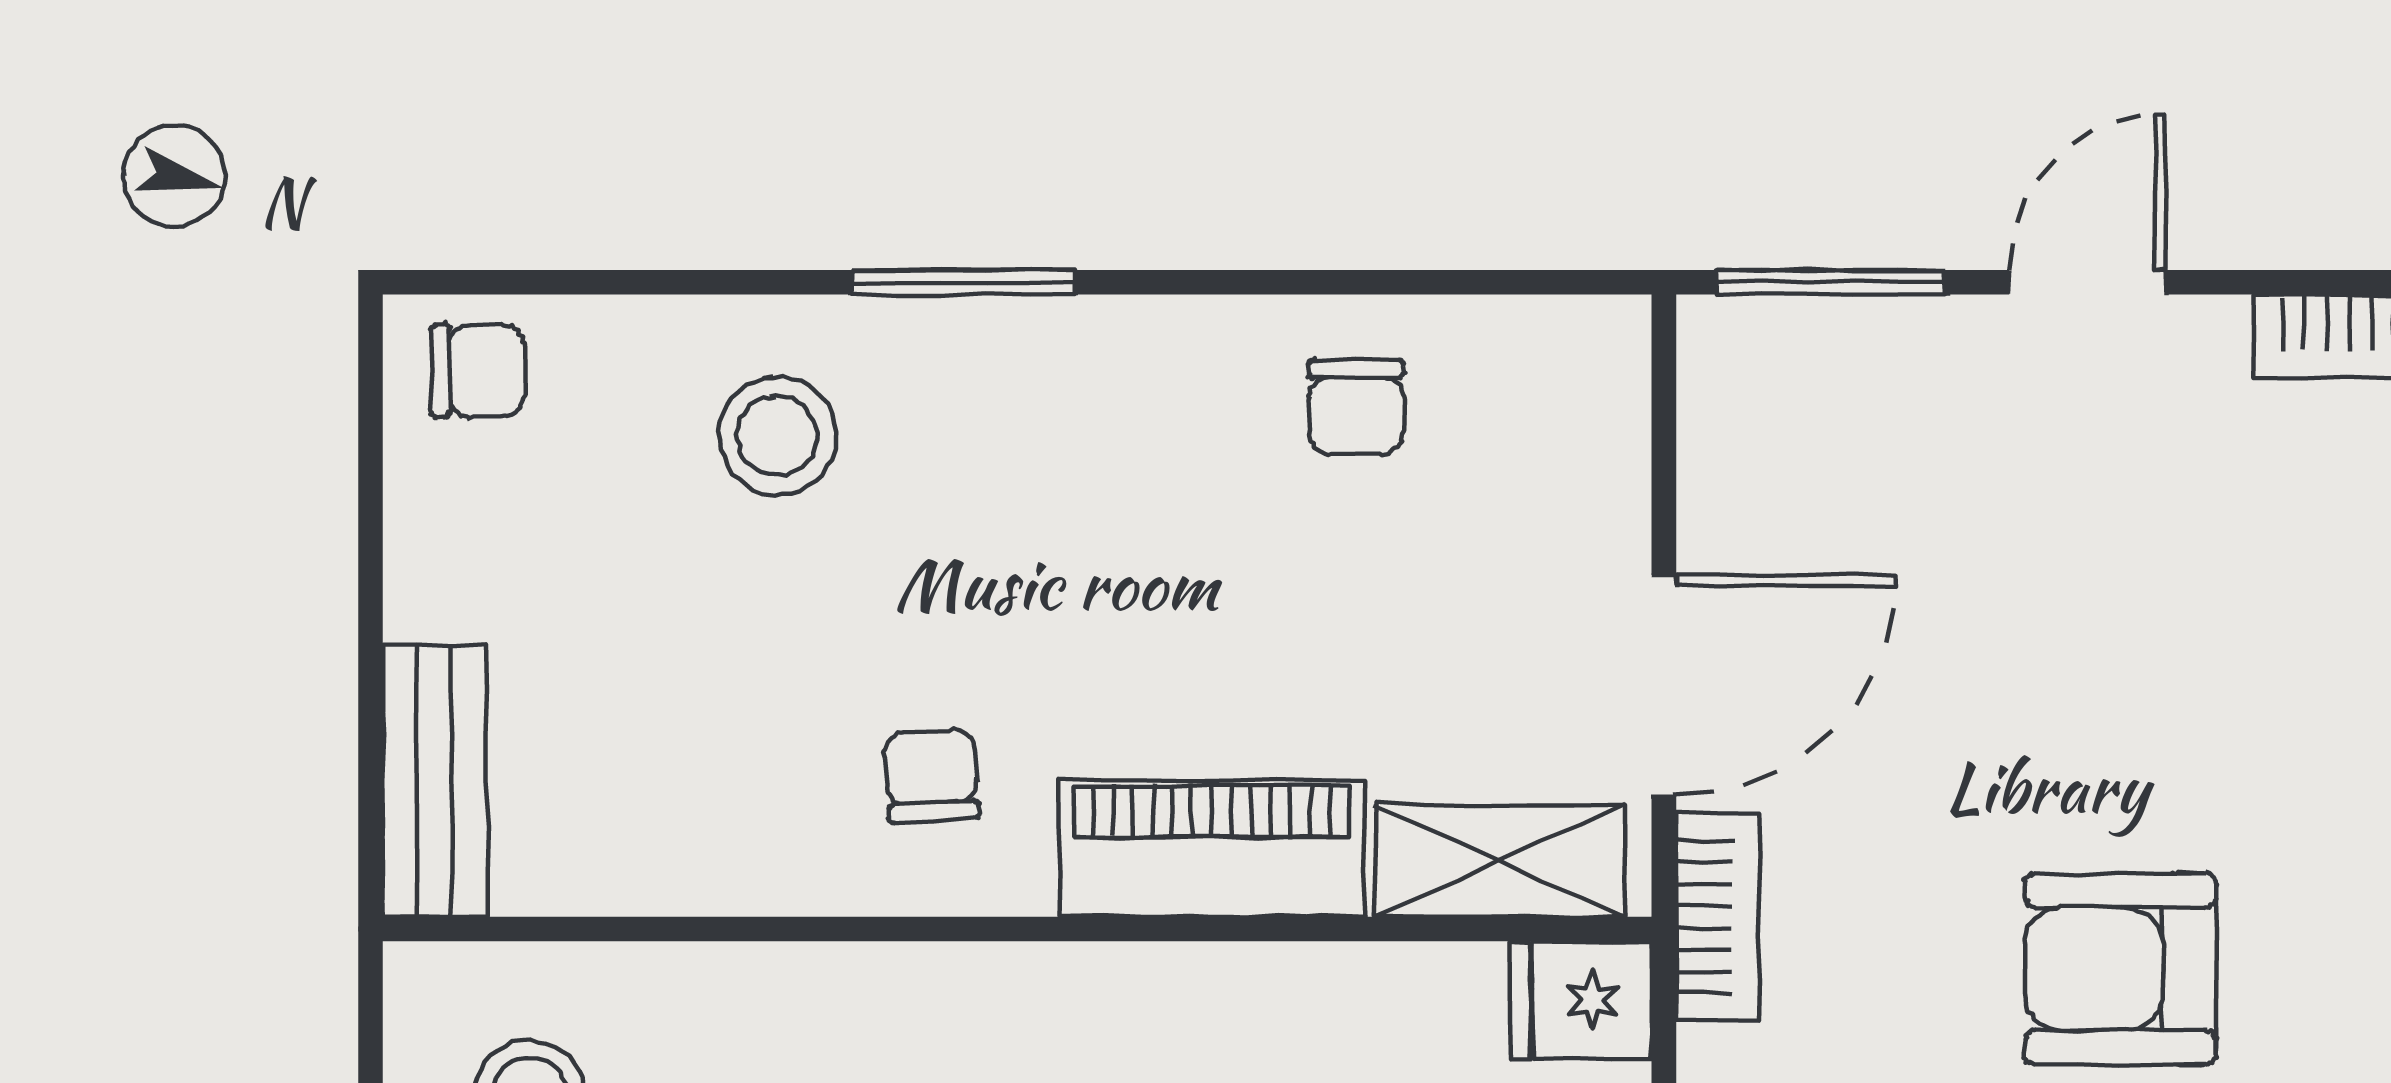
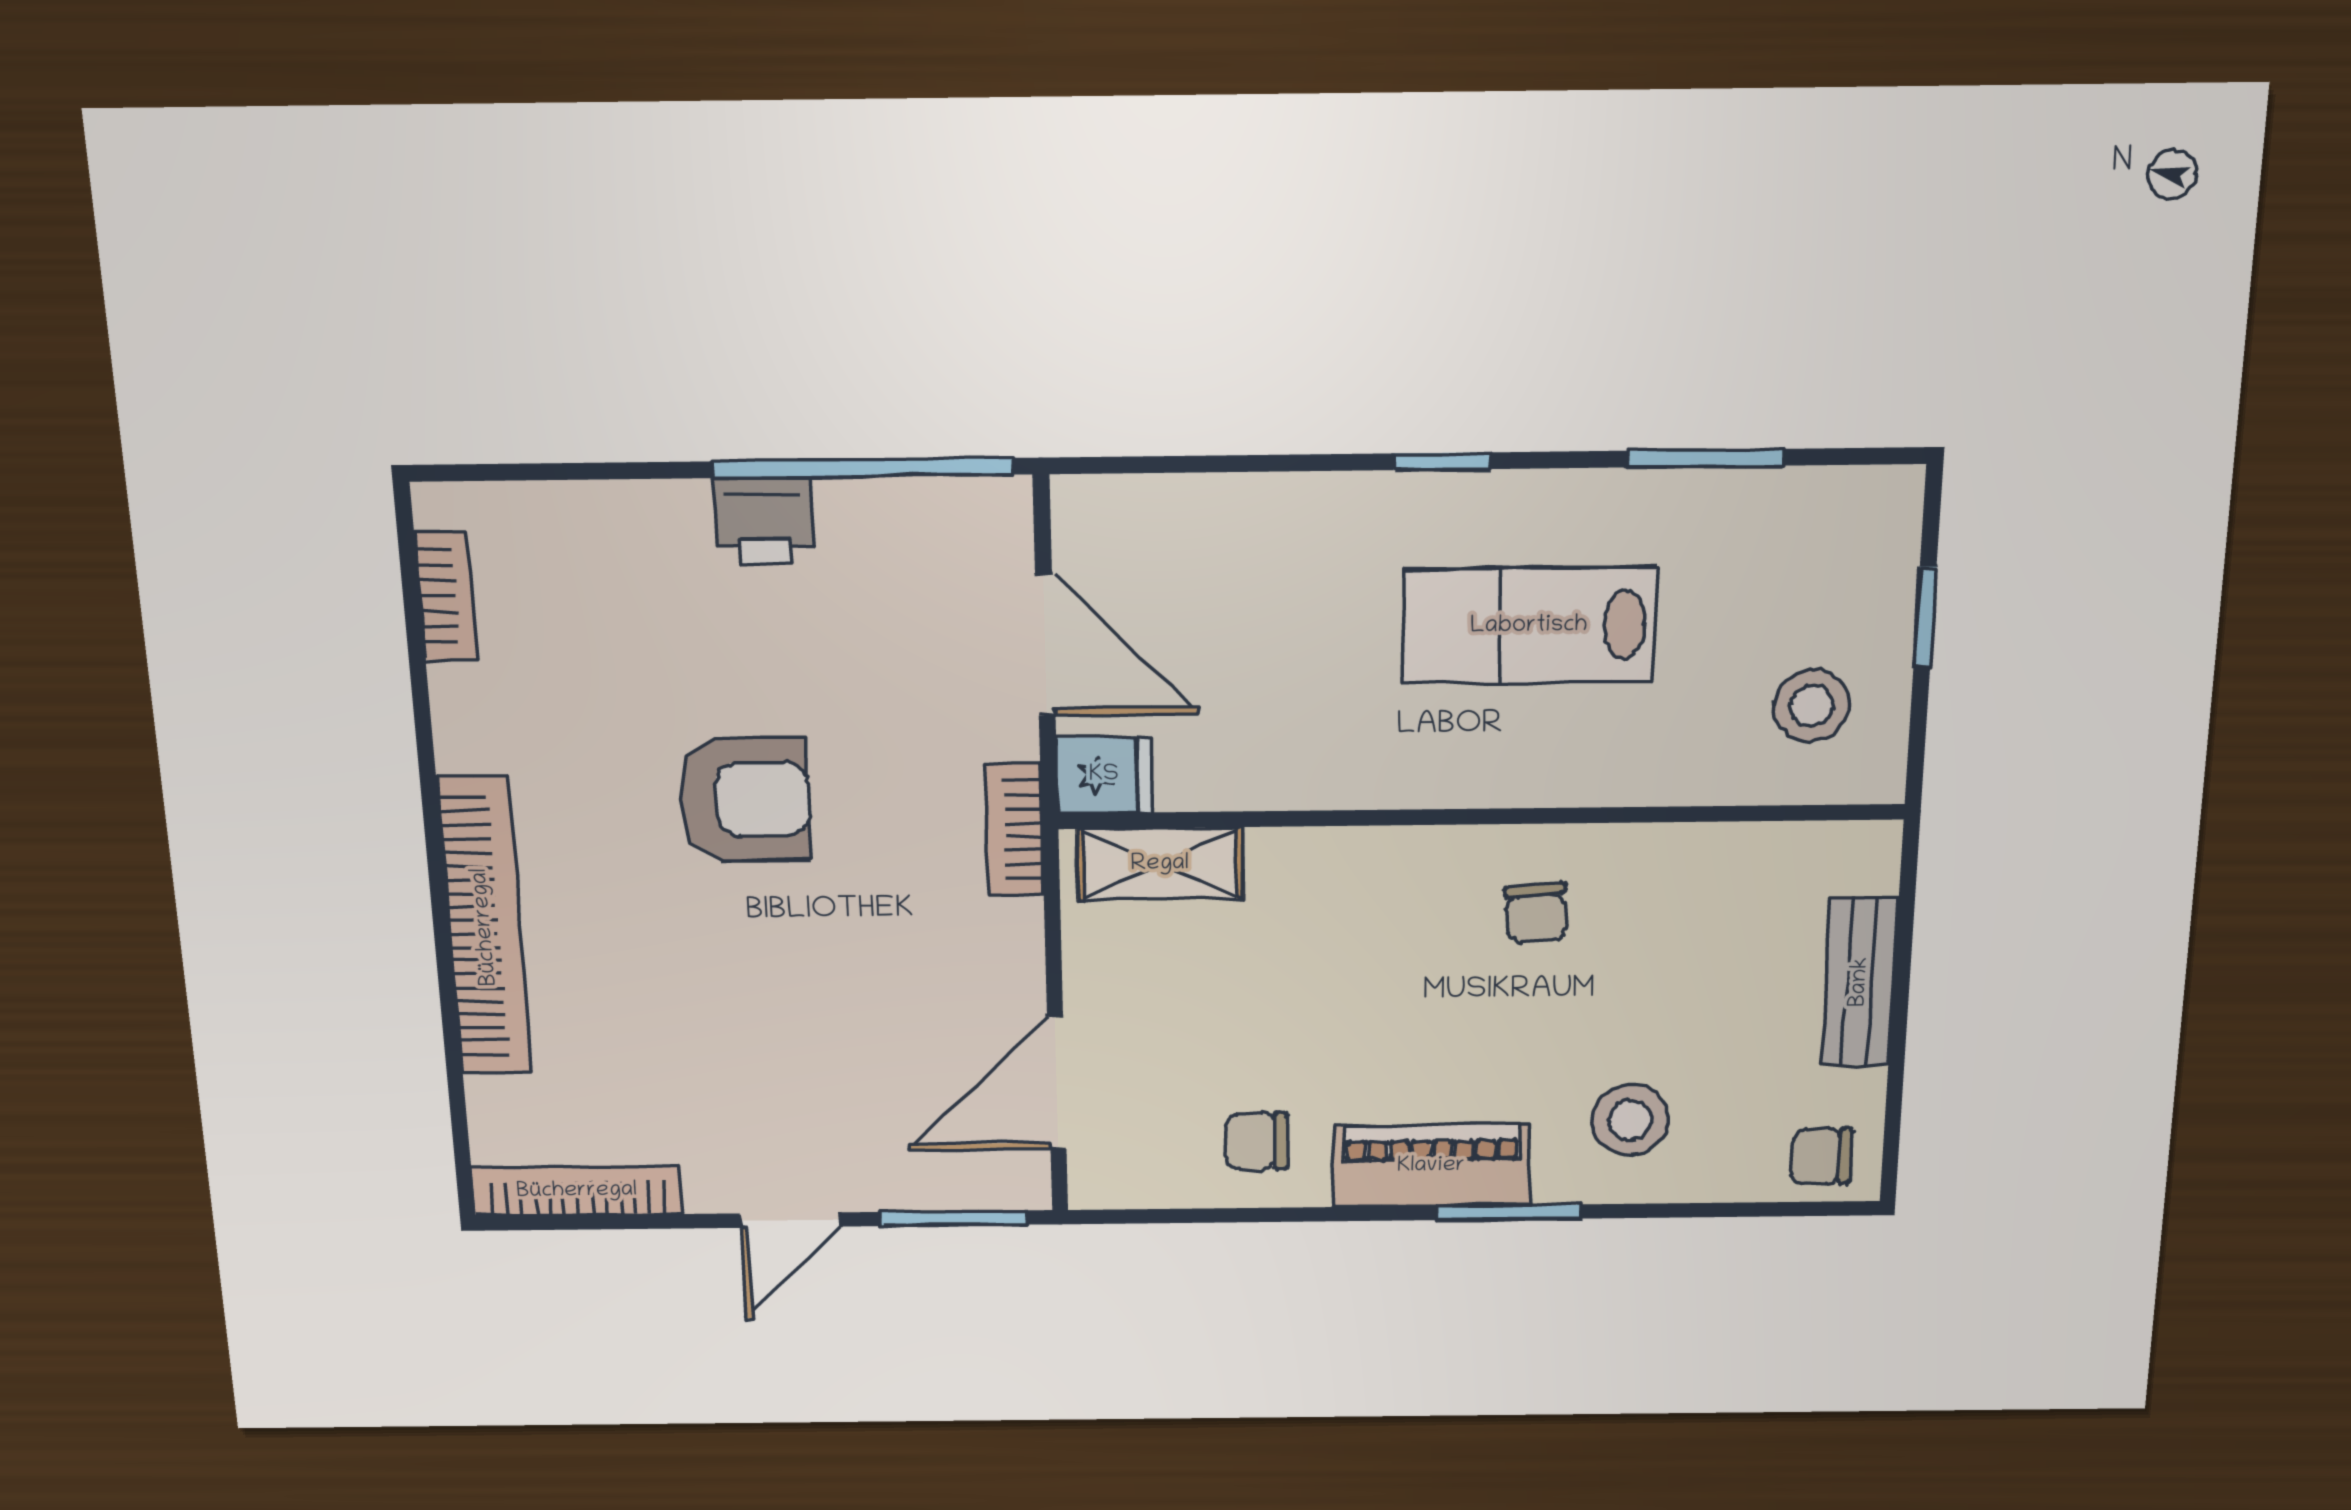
chair: (1356, 407) -> (1257, 1141), turned -90
door: (1664, 685) -> (1057, 1083), moved
bench: (435, 781) -> (1860, 982), moved
piano: (1212, 848) -> (1431, 1166), moved, turned 180

